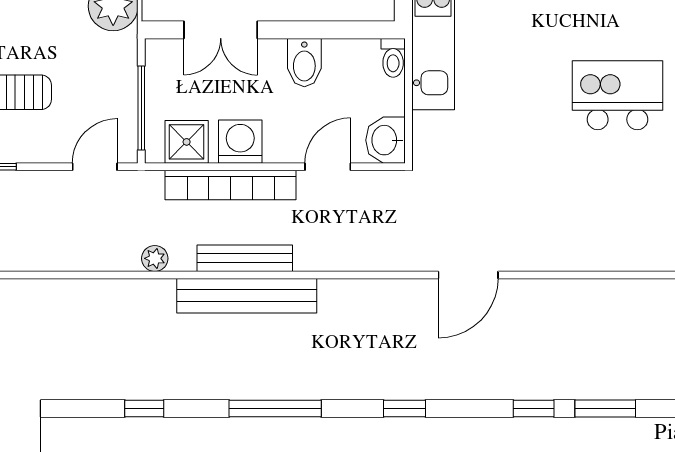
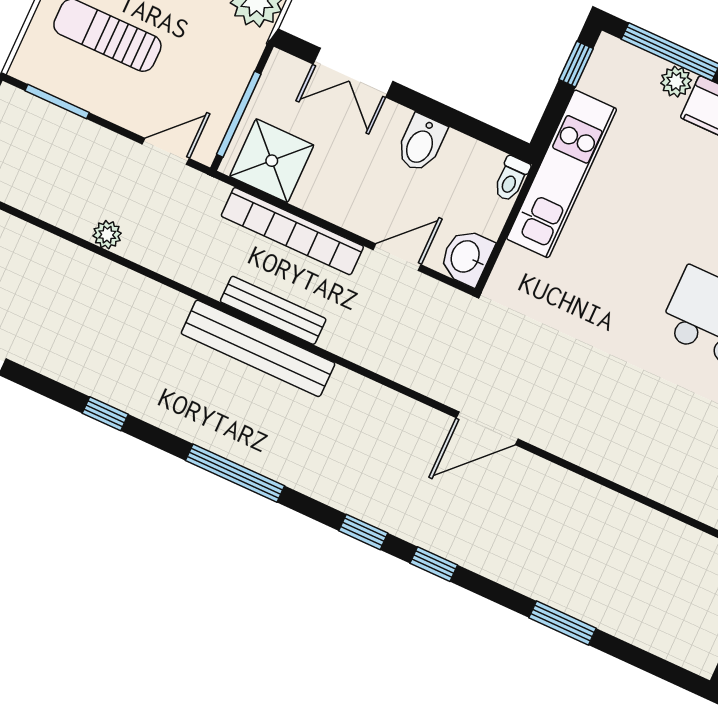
shower: (187, 142) -> (272, 161), width x1.36, depth x1.36
washing machine: (240, 142) -> (322, 193), removed
plant: (155, 258) -> (107, 235), moved
window: (534, 408) -> (434, 564), moved

